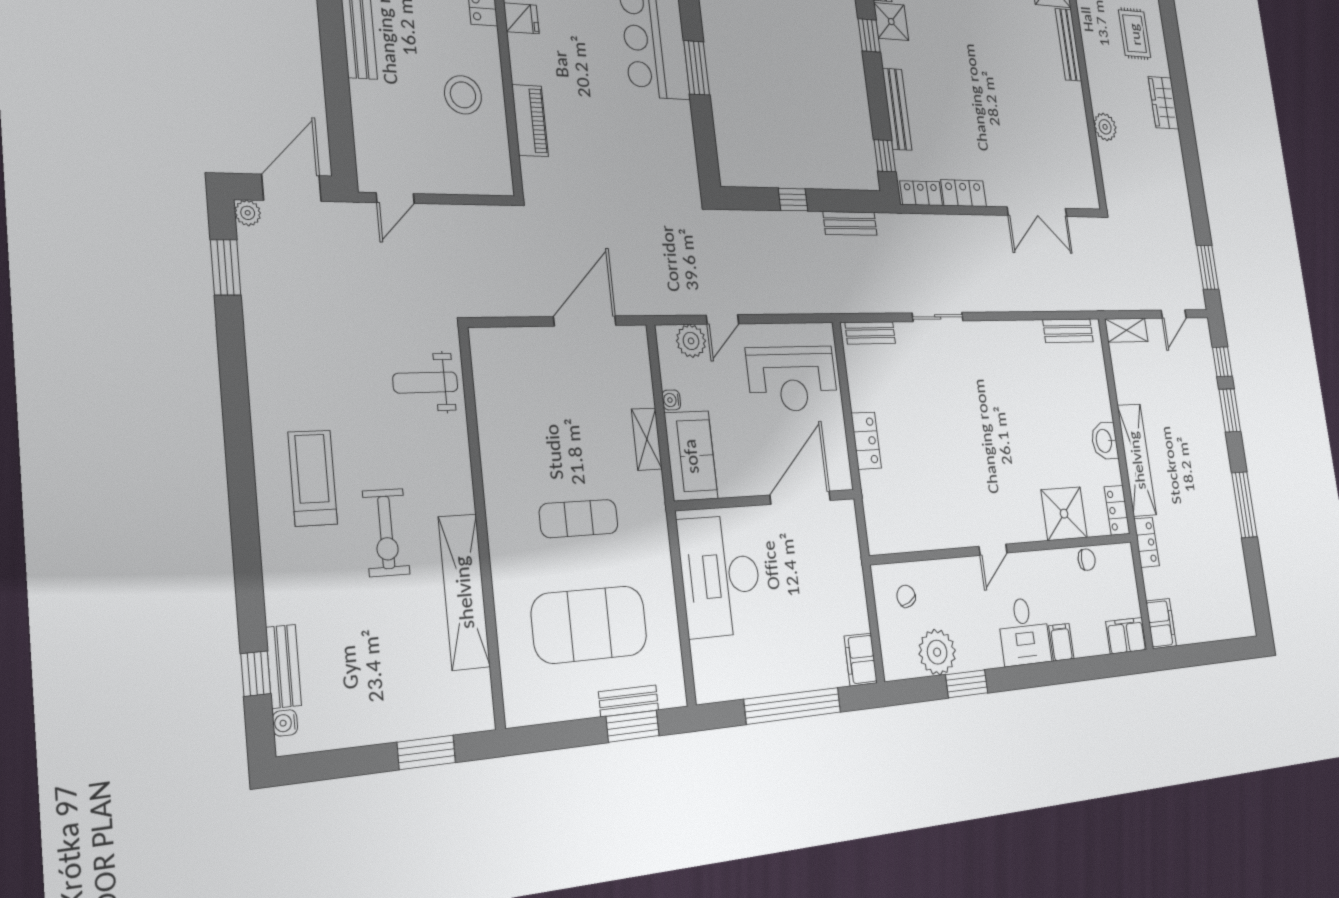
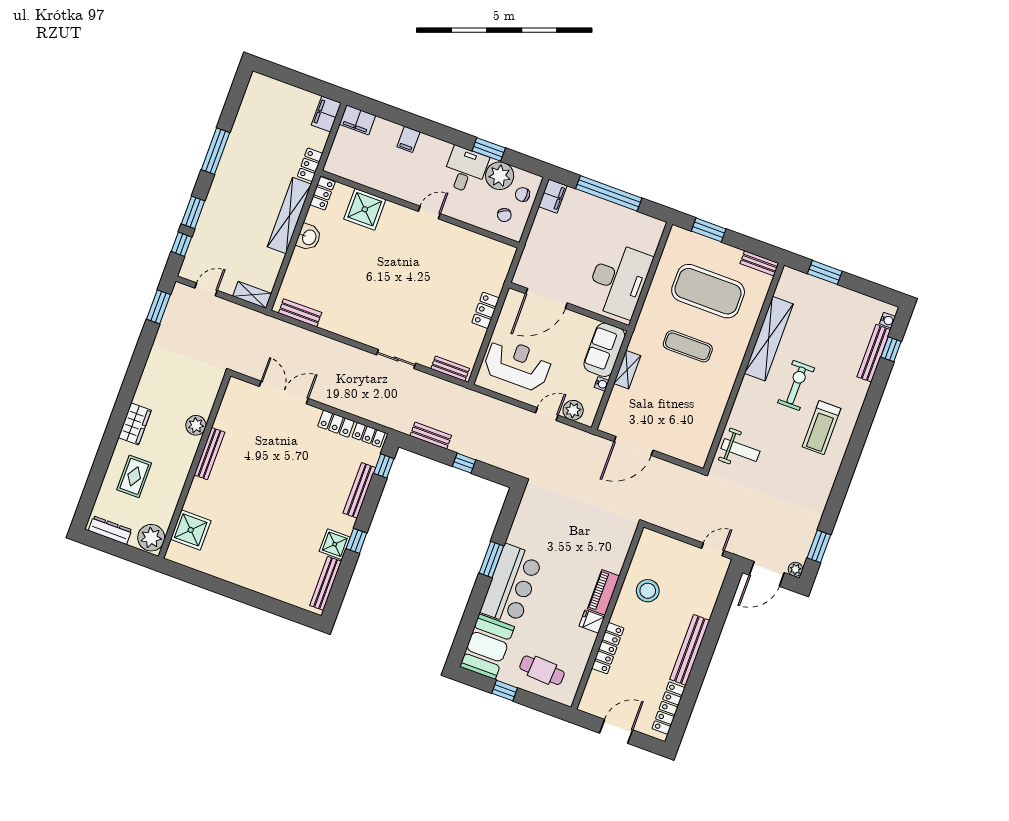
bench: (1068, 45) -> (209, 454), moved
piano: (530, 121) -> (604, 592), moved
chair: (1087, 560) -> (523, 194), moved
desk: (1024, 631) -> (465, 170), moved
bench: (284, 666) -> (874, 353), width x1.36
bench: (629, 701) -> (759, 263), moved

